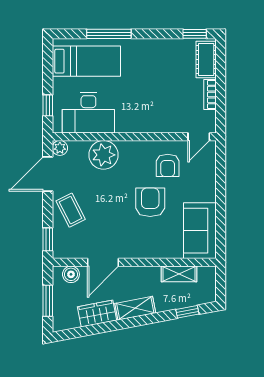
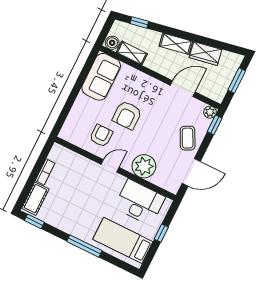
window: (109, 34) -> (84, 246), moved
window: (48, 105) -> (161, 233), moved
door: (199, 137) -> (110, 166), moved
plant: (60, 148) -> (210, 112), moved
boiler: (71, 274) -> (112, 43), moved

